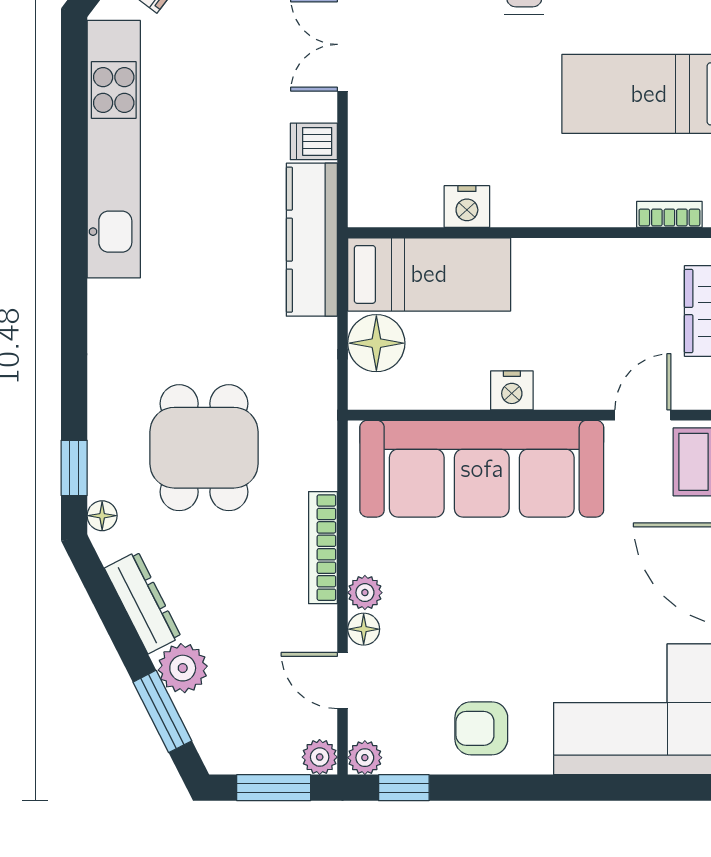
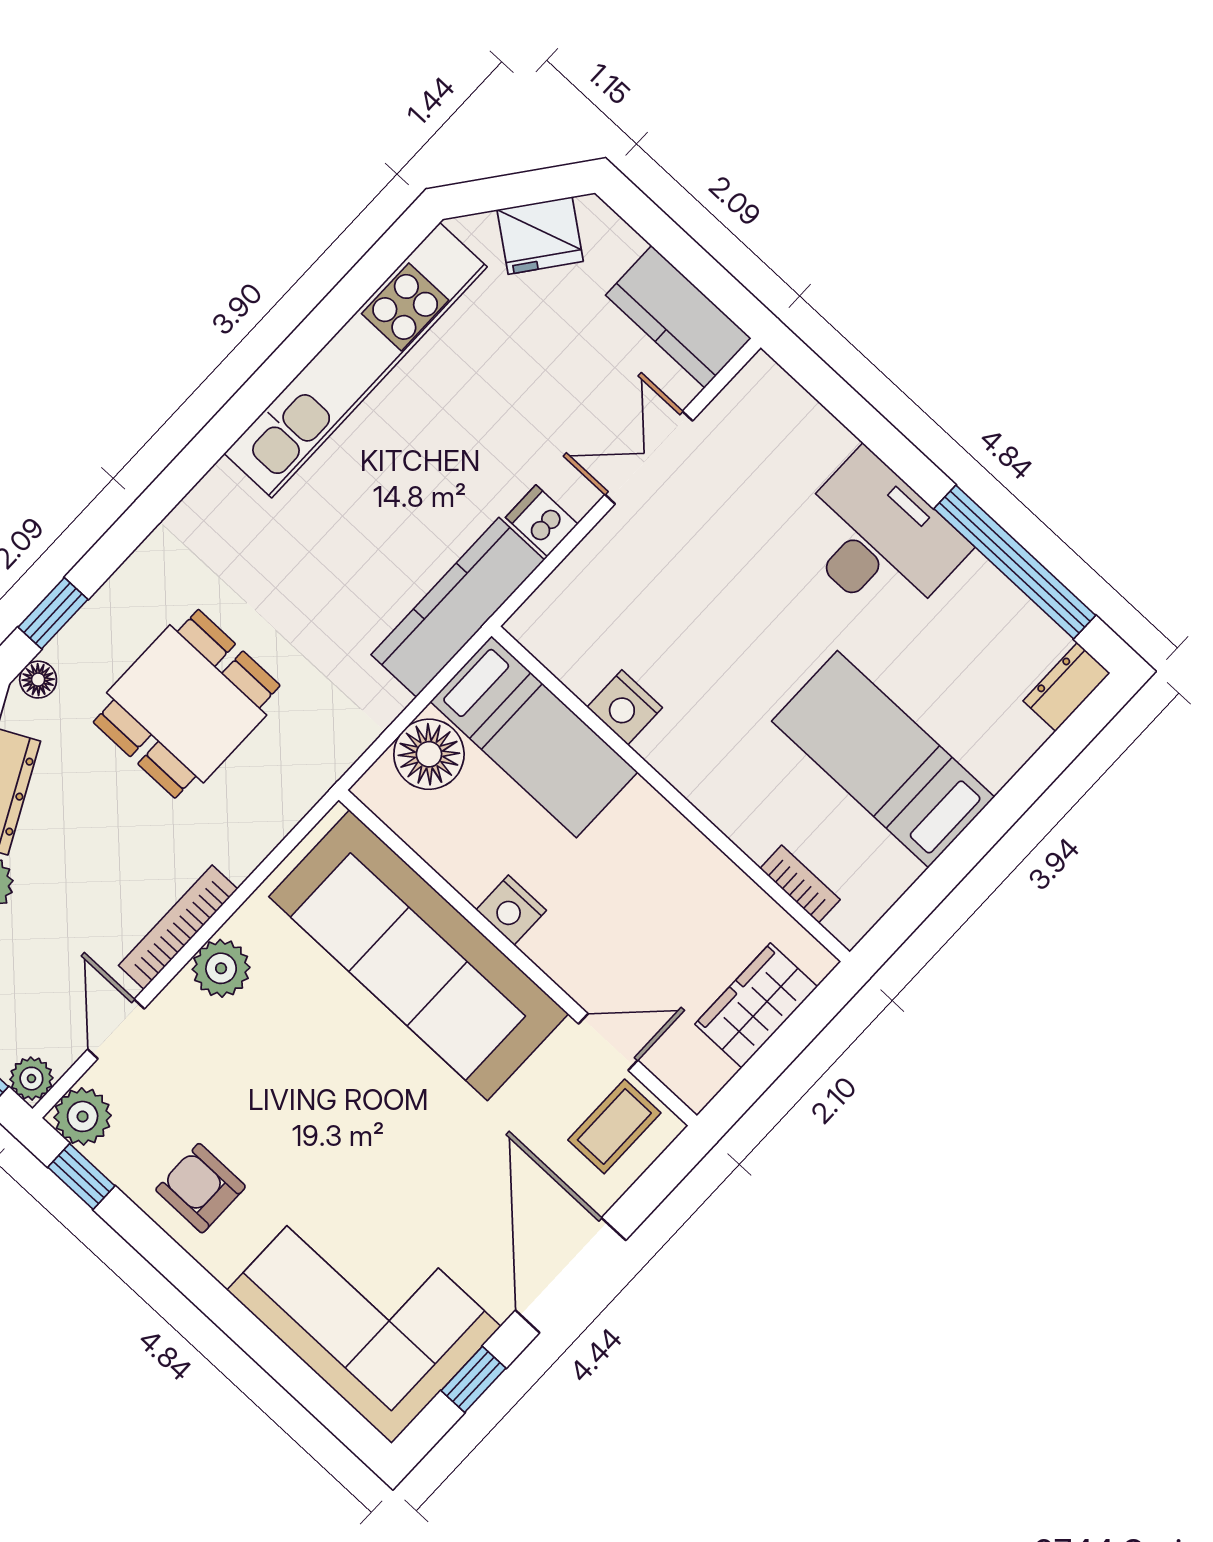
bookcase: (323, 548) -> (178, 927), moved
plant: (365, 593) -> (221, 968), width x1.38, depth x1.38
floor lamp: (364, 629) -> (178, 1000), removed
plant: (365, 758) -> (83, 1116), width x1.38, depth x1.38

